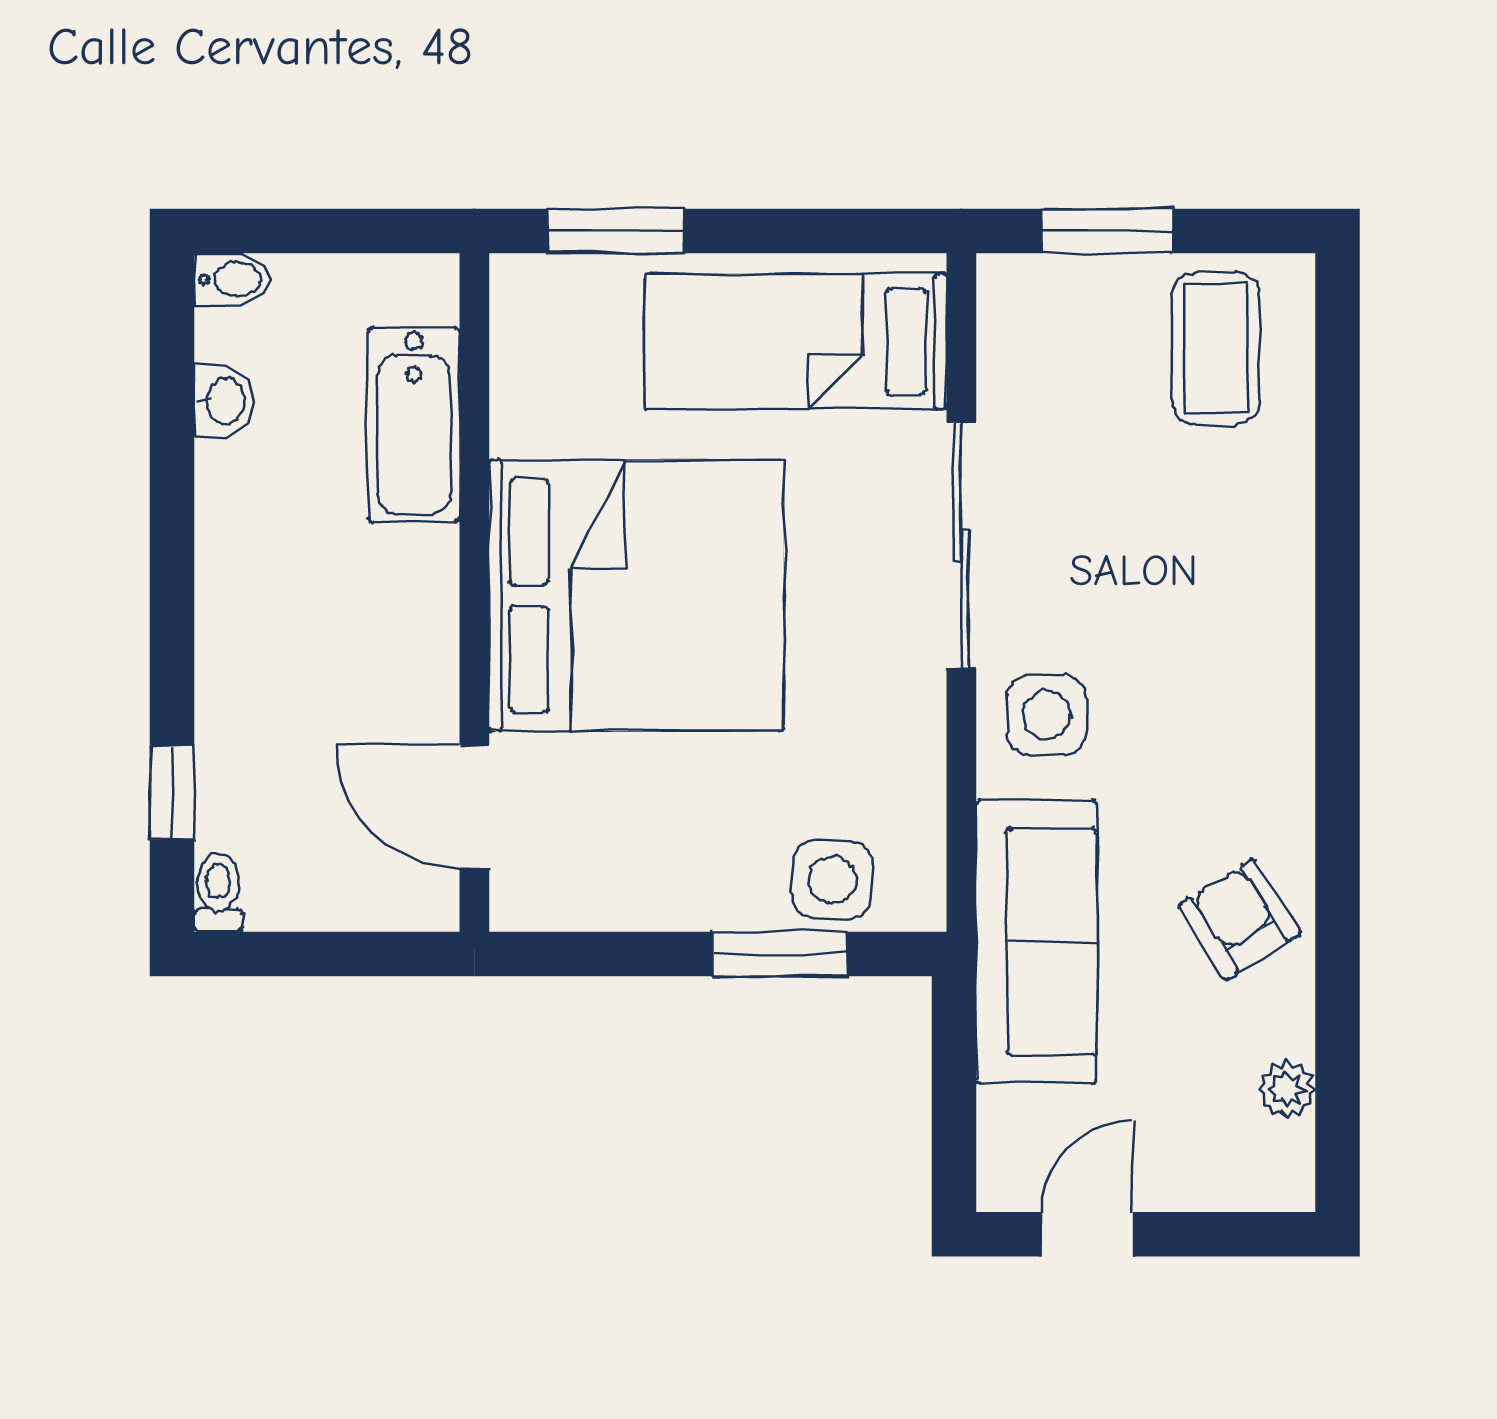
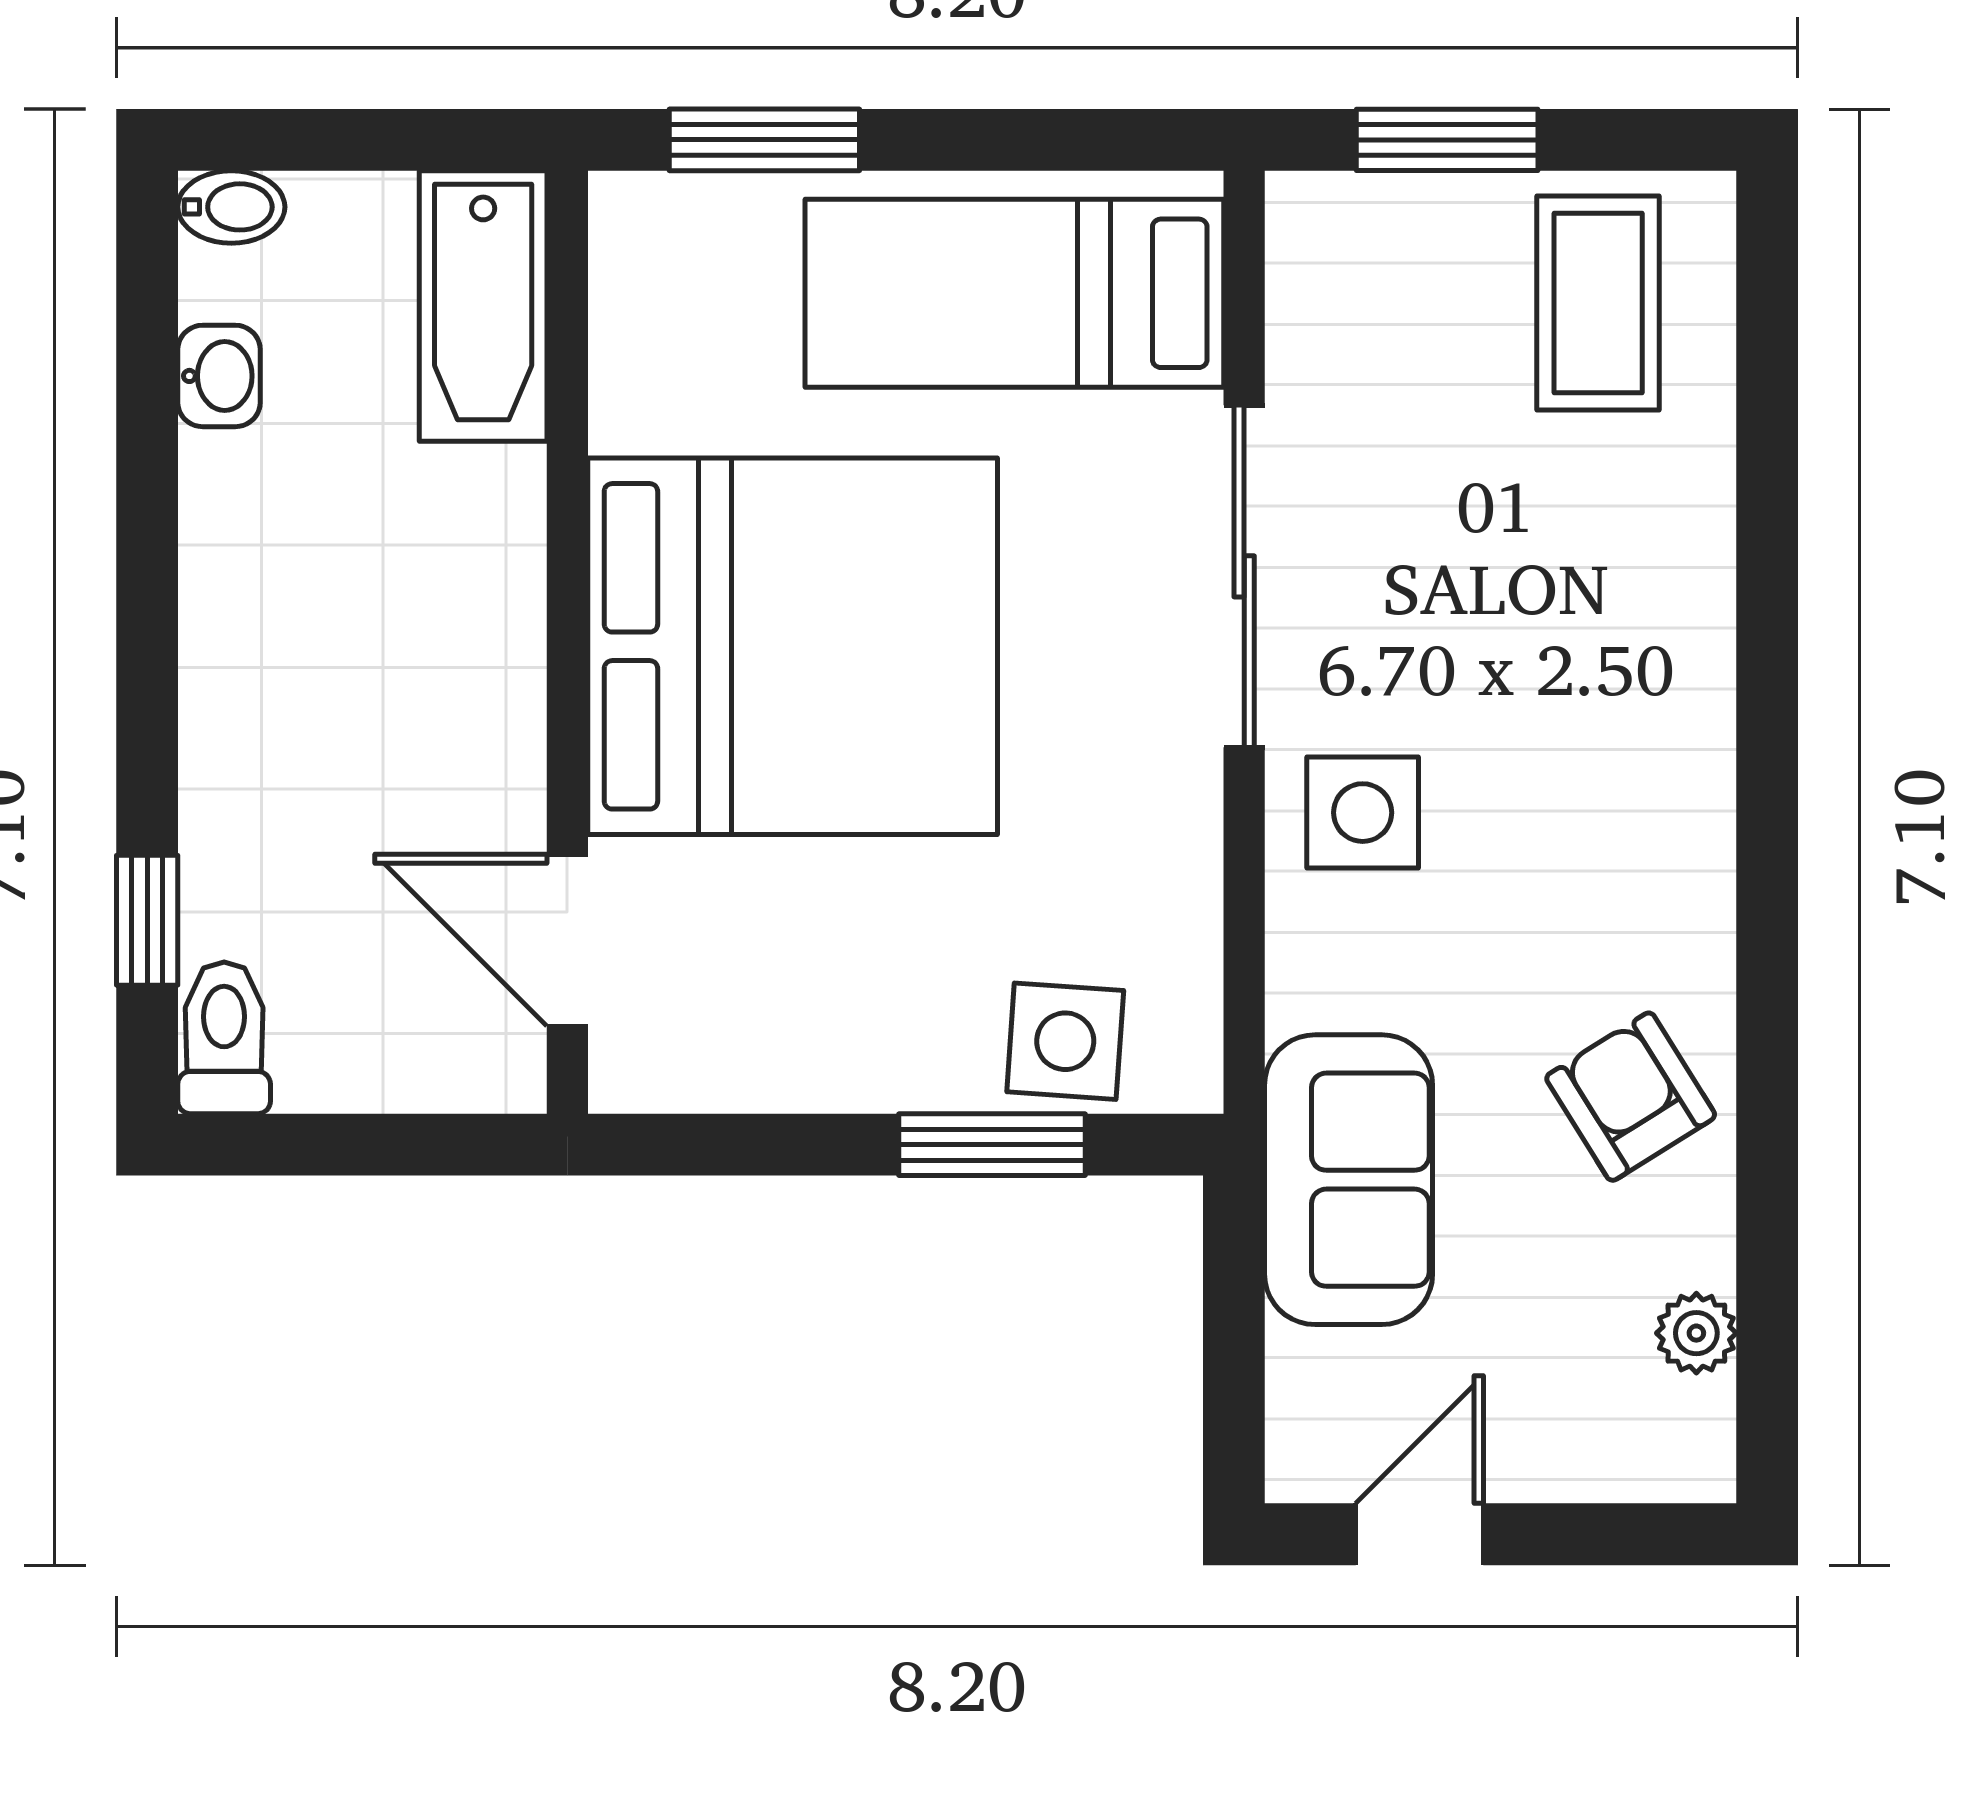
bathtub: (414, 425) -> (483, 306), moved
toilet: (218, 892) -> (224, 1038), width x1.37, depth x1.39
sofa: (1036, 942) -> (1349, 1180), width x0.73

